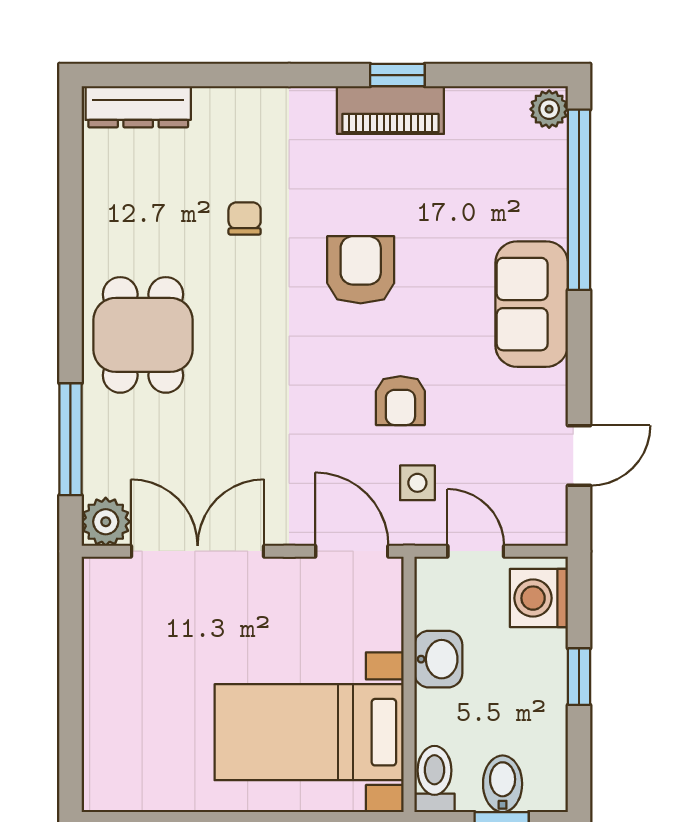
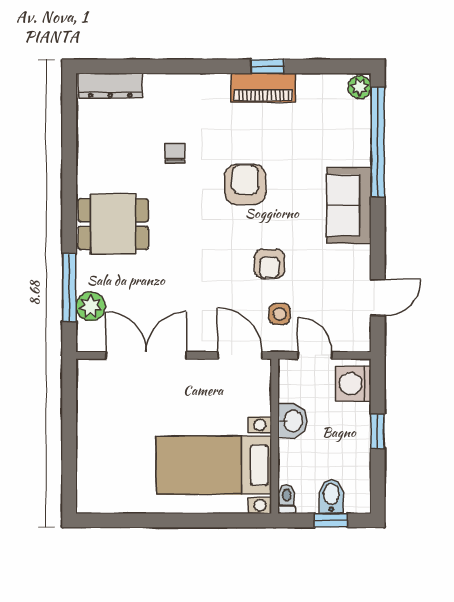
dining table: (143, 335) -> (113, 224), turned 90
plant: (106, 522) -> (91, 306), moved
toilet: (434, 779) -> (287, 499), width x0.73, depth x0.72

